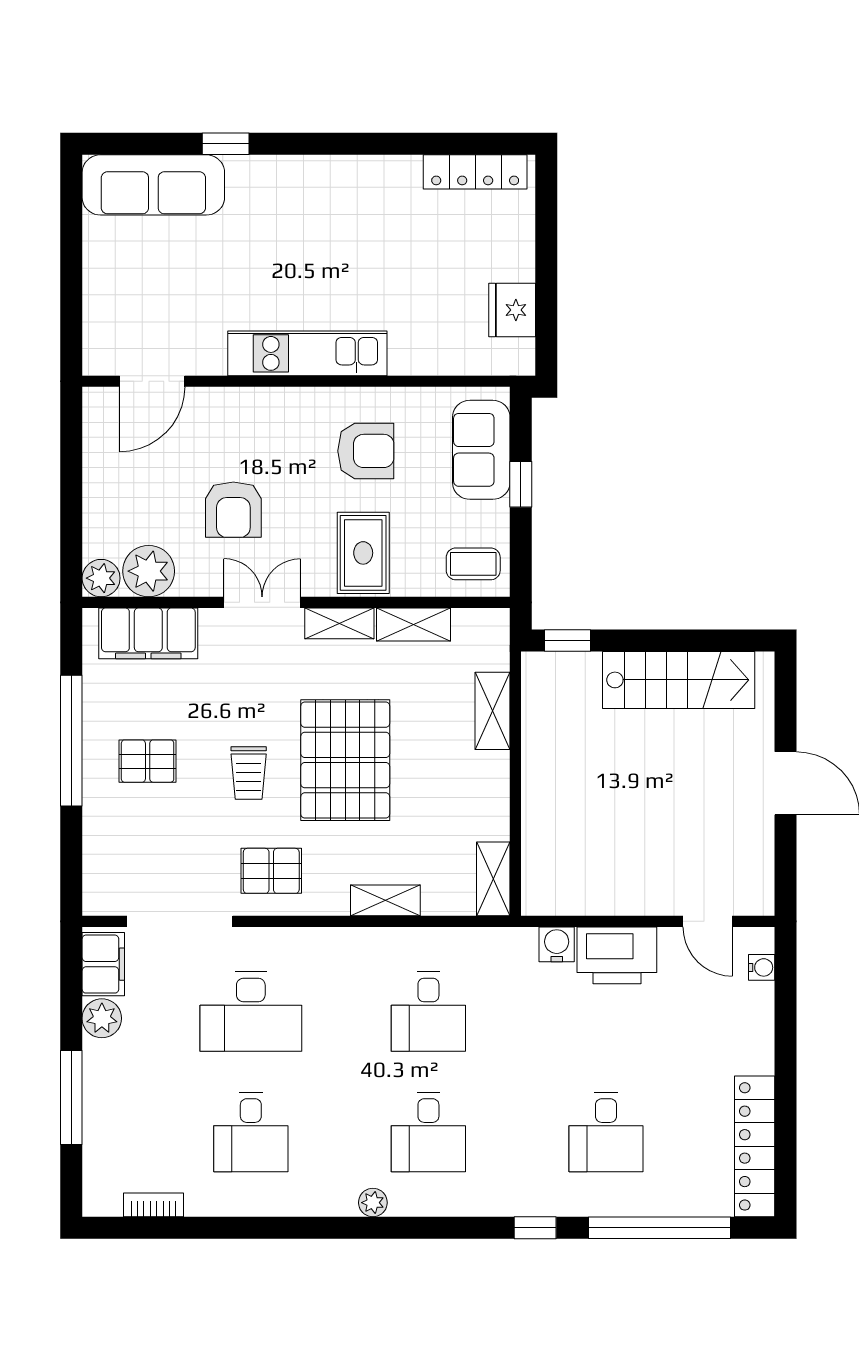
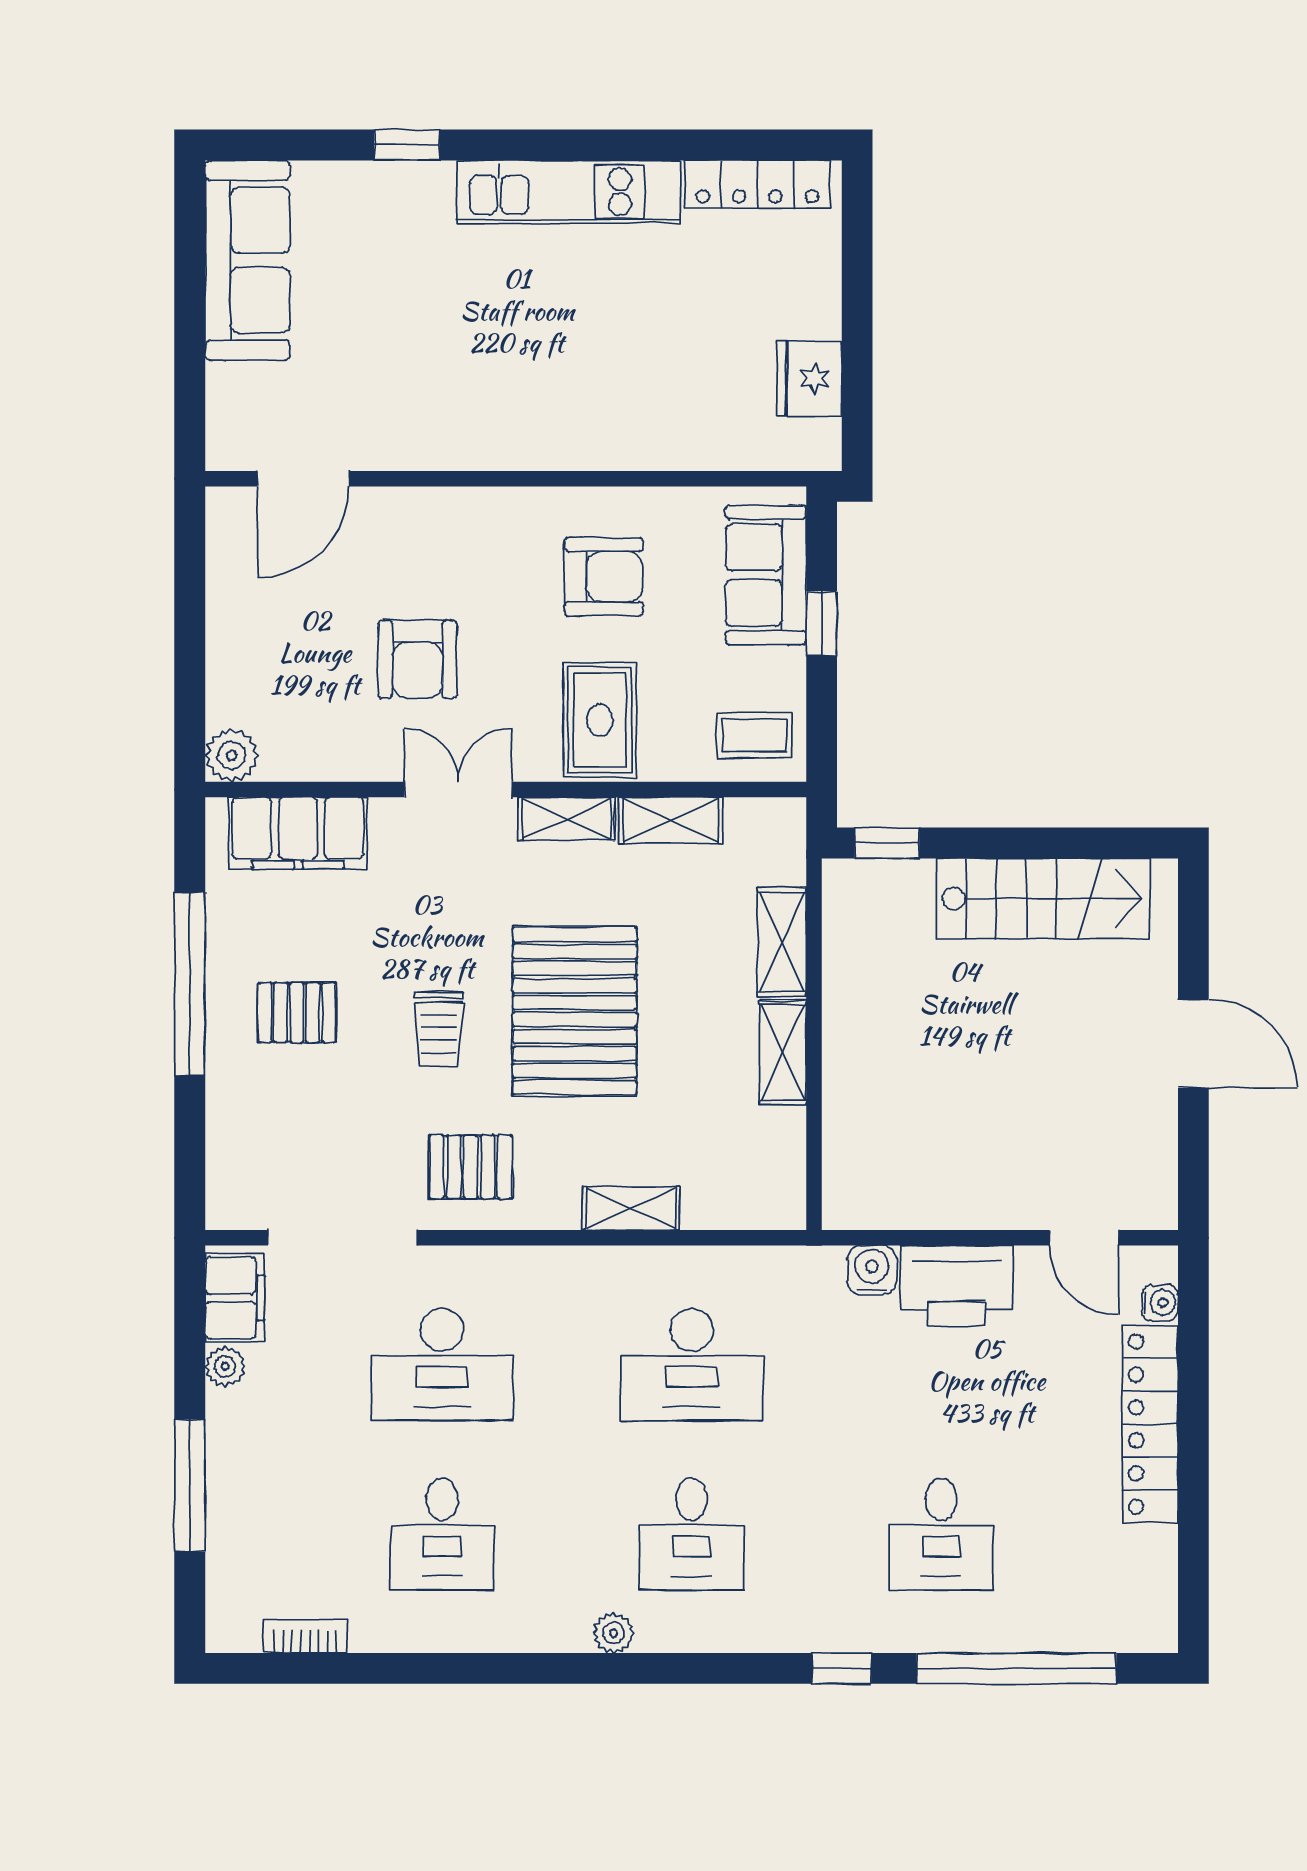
sofa: (153, 185) -> (248, 260), moved, turned -90
kitchen unit: (307, 353) -> (569, 192), moved, turned 180
plant: (149, 571) -> (298, 746), removed
shelving: (493, 879) -> (783, 1053), moved
desk: (428, 1012) -> (692, 1365), width x1.37
plant: (102, 1018) -> (225, 1367), width x0.73, depth x0.73
locker: (755, 1146) -> (1150, 1424), moved

